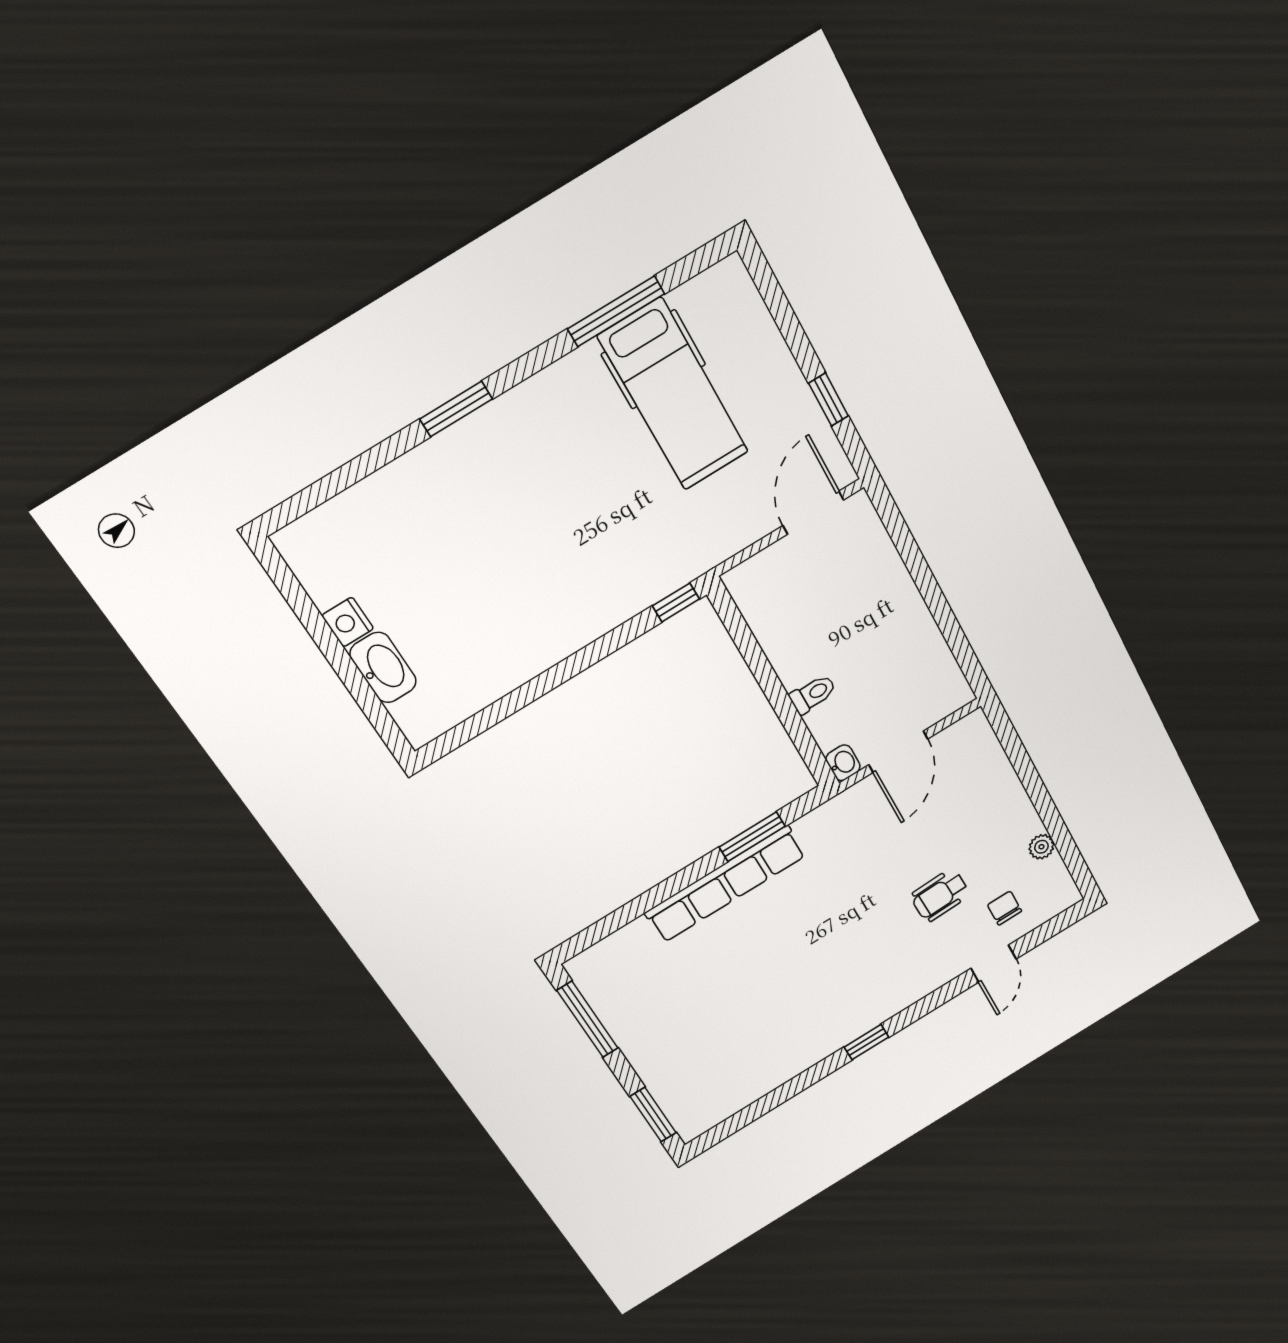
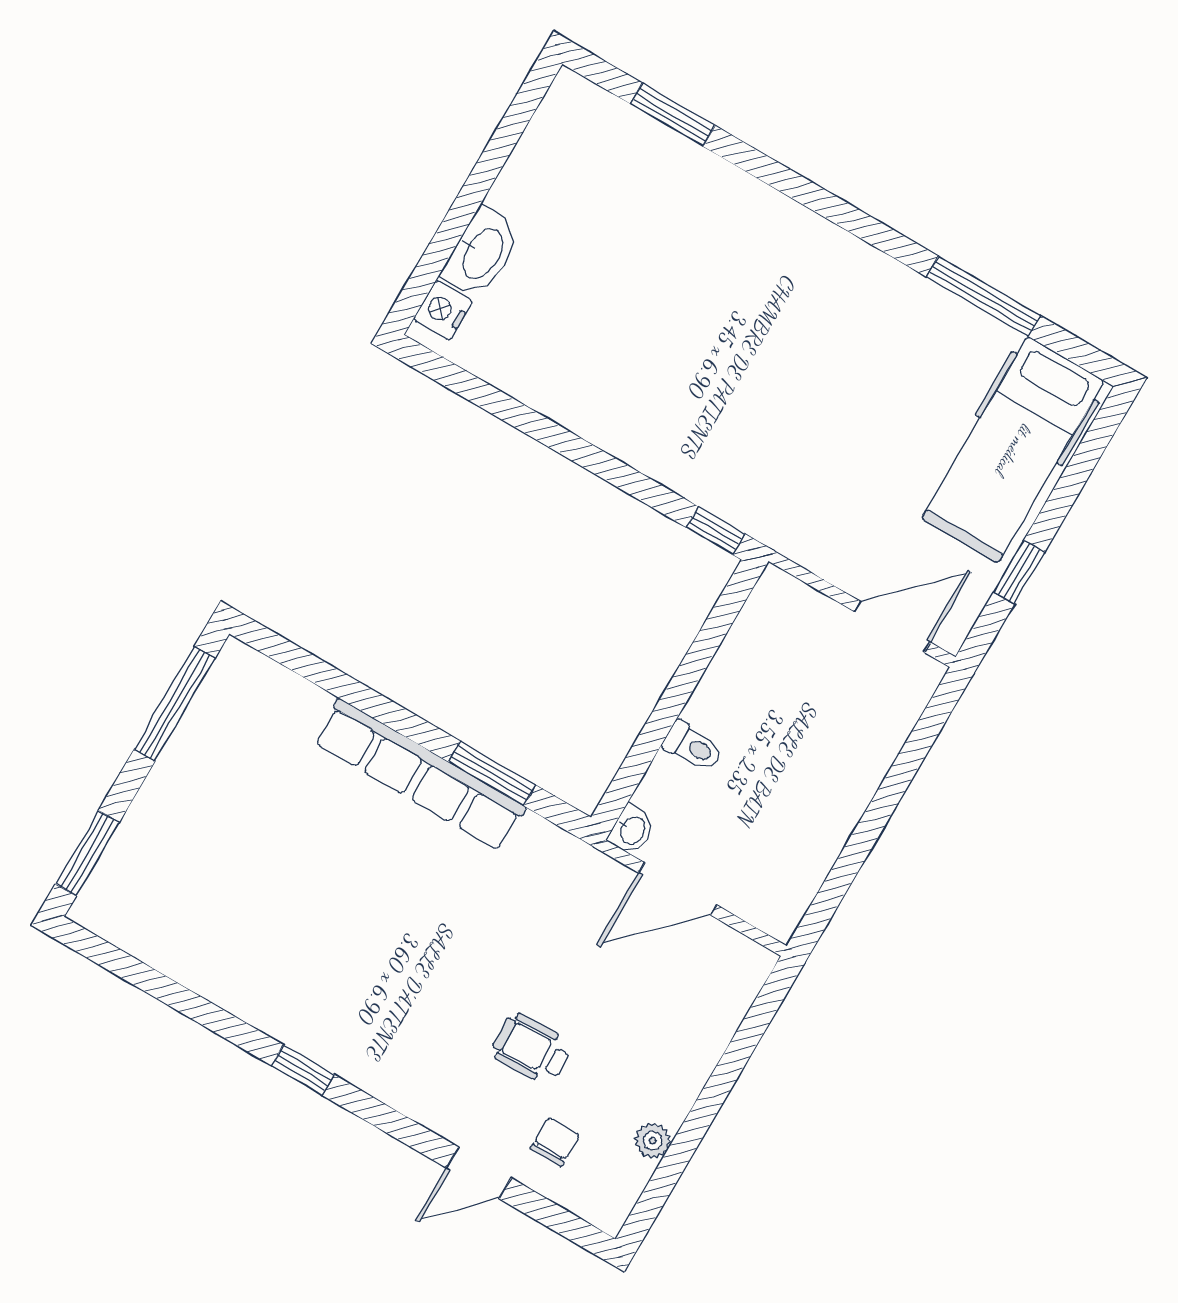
hospital bed: (673, 395) -> (1013, 450), moved
window: (456, 409) -> (673, 115), moved
nightstand: (348, 622) -> (443, 310), moved

